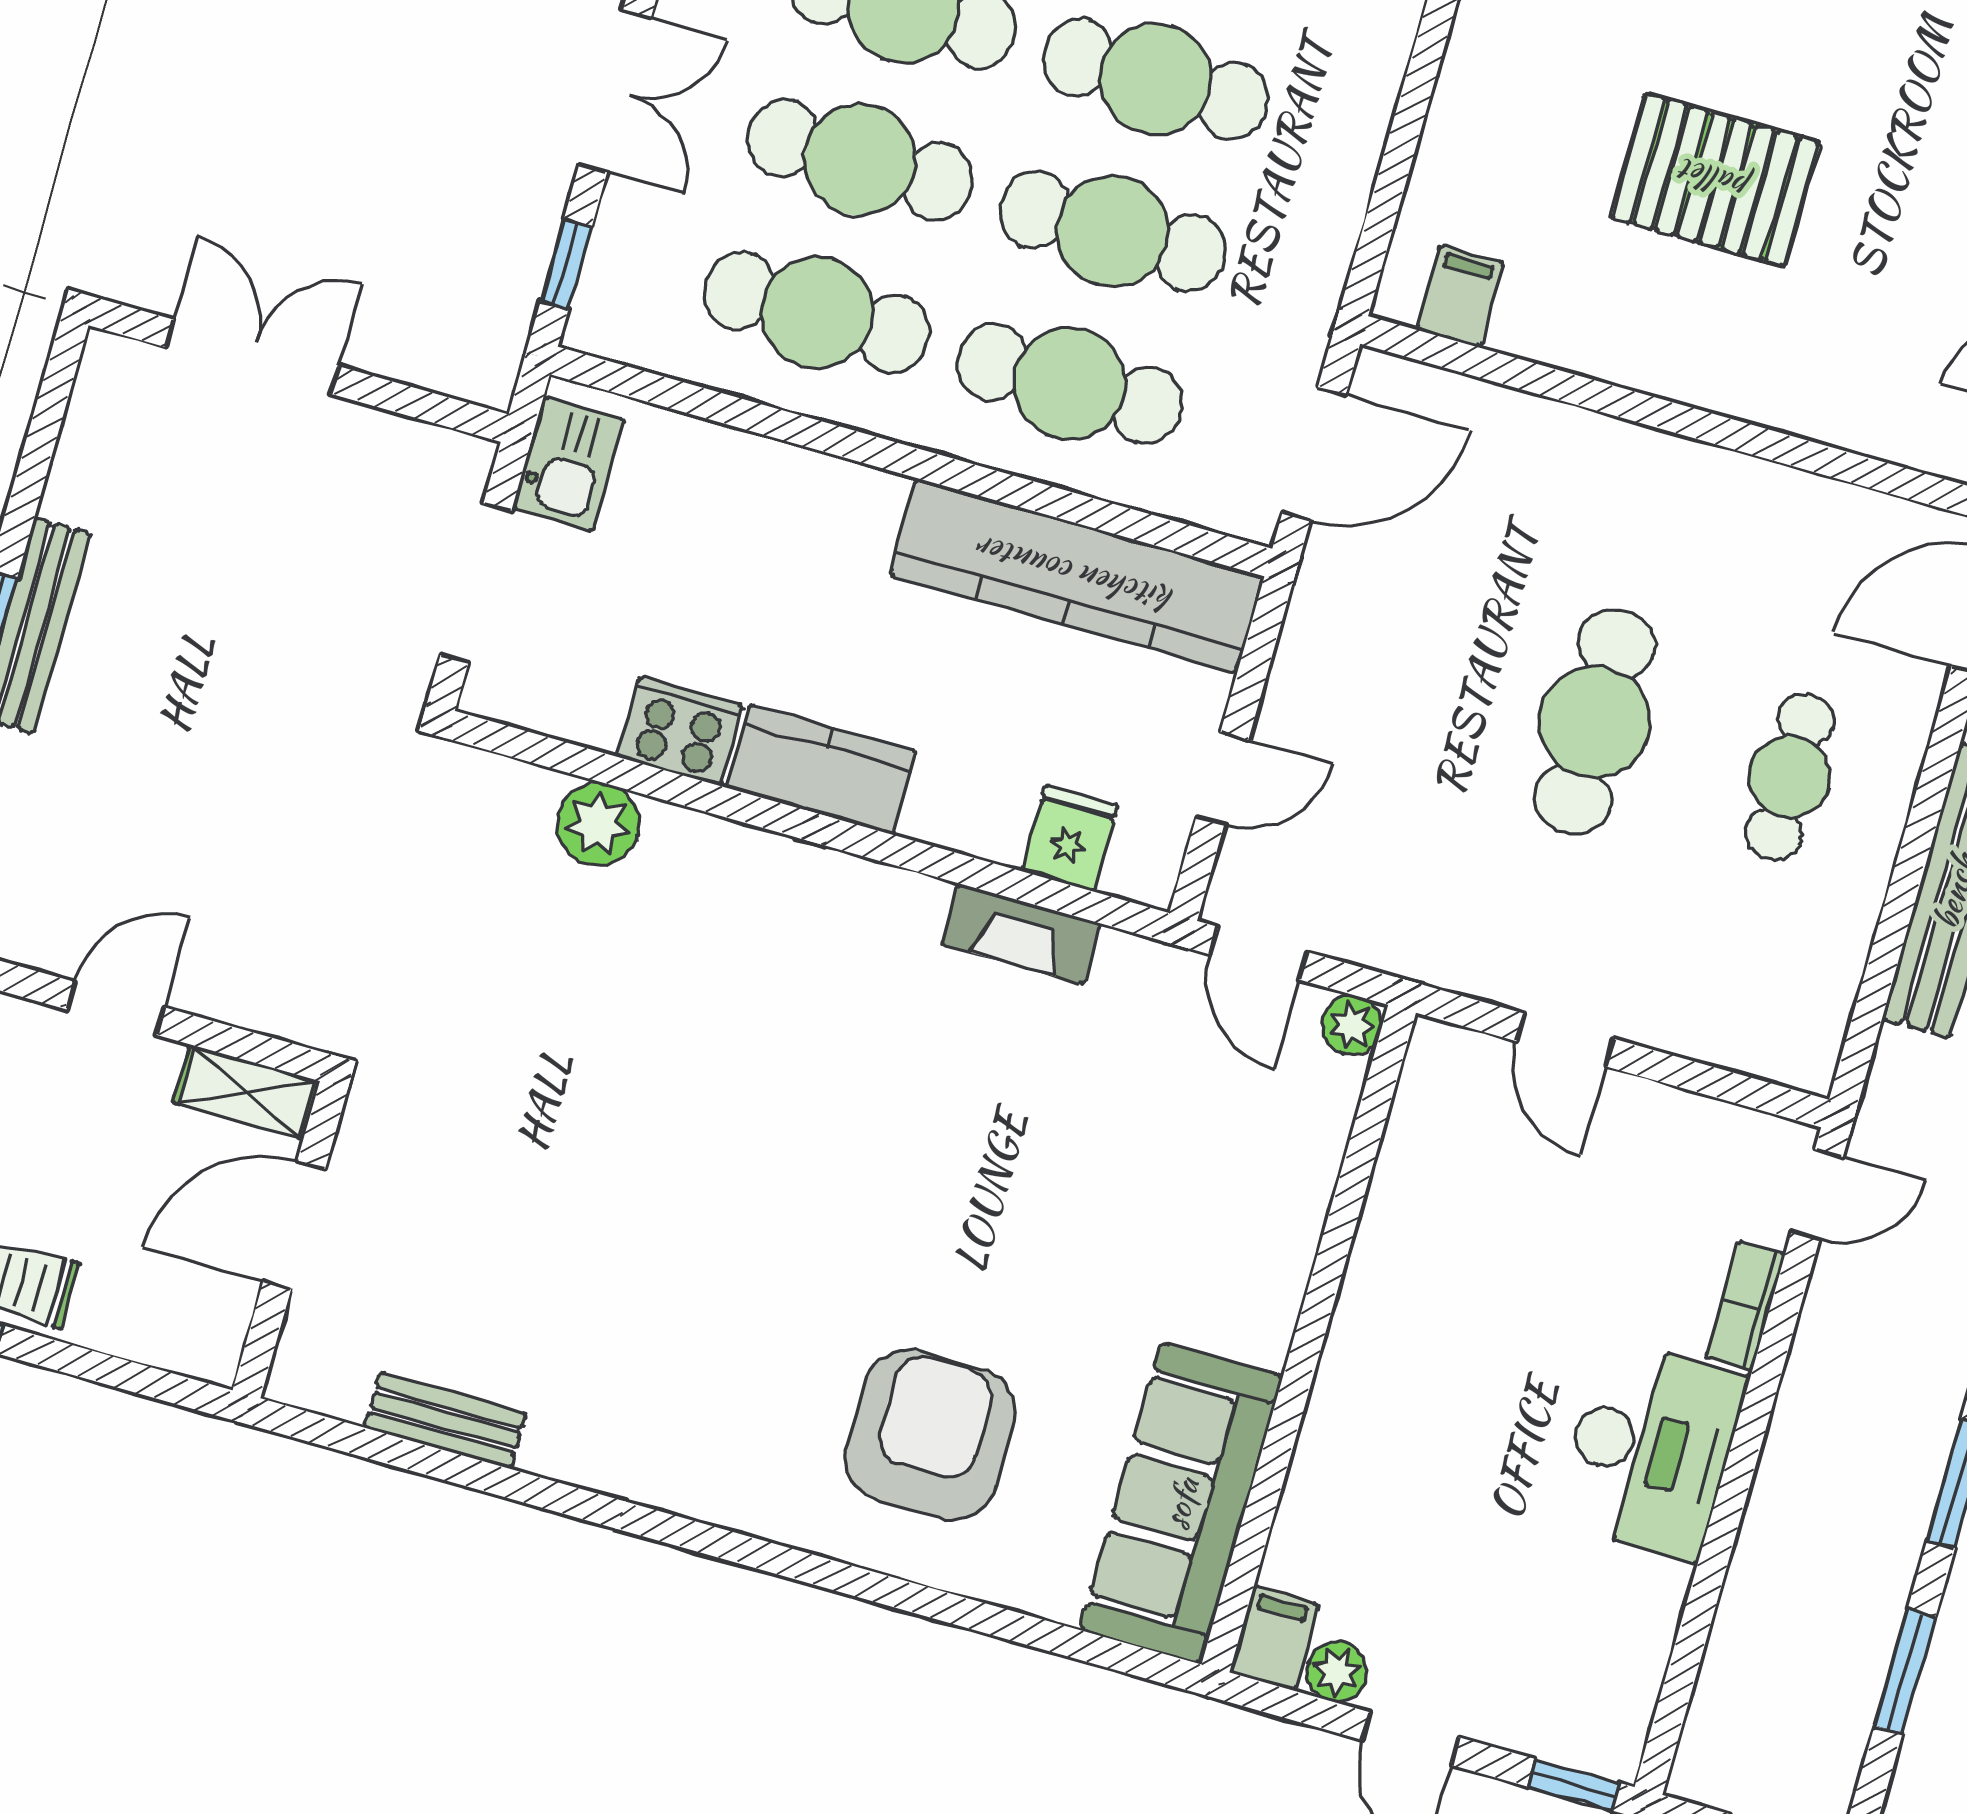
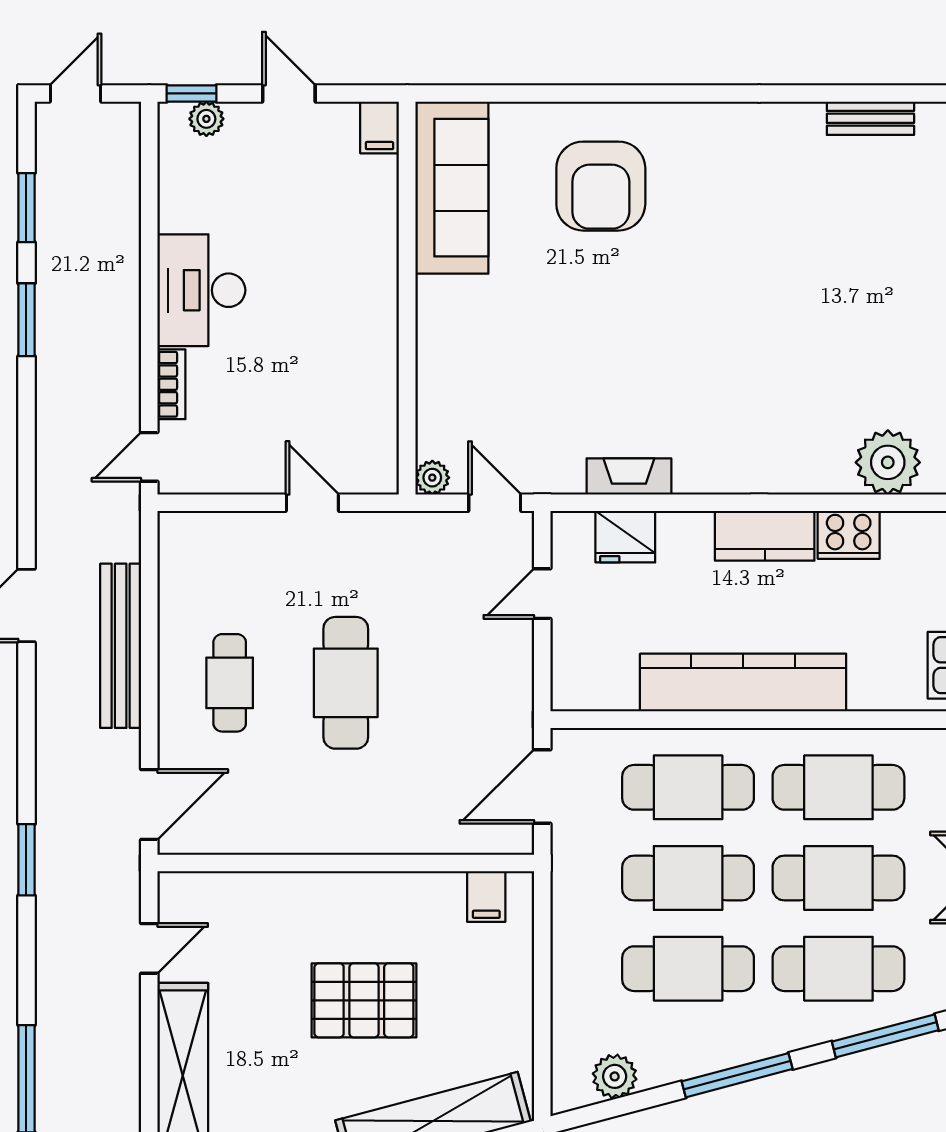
kitchen counter: (1076, 575) -> (743, 683), moved
plant: (598, 824) -> (888, 462), width x1.36, depth x1.36
fridge: (1070, 838) -> (625, 537), width x1.38
plant: (1337, 1672) -> (206, 119), moved

